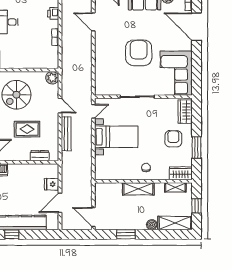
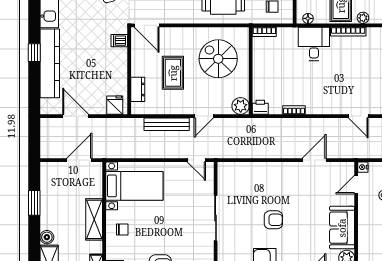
printer: (53, 13) -> (260, 107), moved
armchair: (139, 53) -> (273, 220), width x0.53, depth x0.53
bed with nightstands: (116, 137) -> (134, 186), moved, turned -90
fridge: (52, 184) -> (115, 105), moved
door: (93, 217) -> (79, 160), moved

